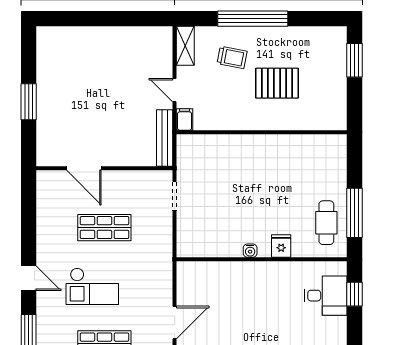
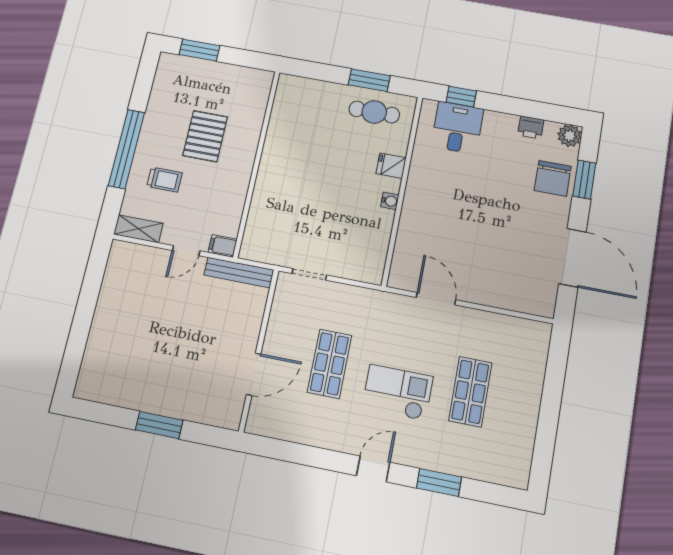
trolley: (232, 57) -> (164, 180), turned 79
window: (354, 213) -> (369, 80), width x0.69
checkout: (92, 286) -> (398, 392), turned -90
door: (175, 322) -> (436, 299), moved

